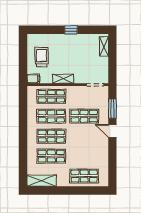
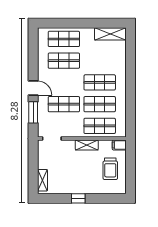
shop shelf: (51, 156) -> (64, 61), moved

